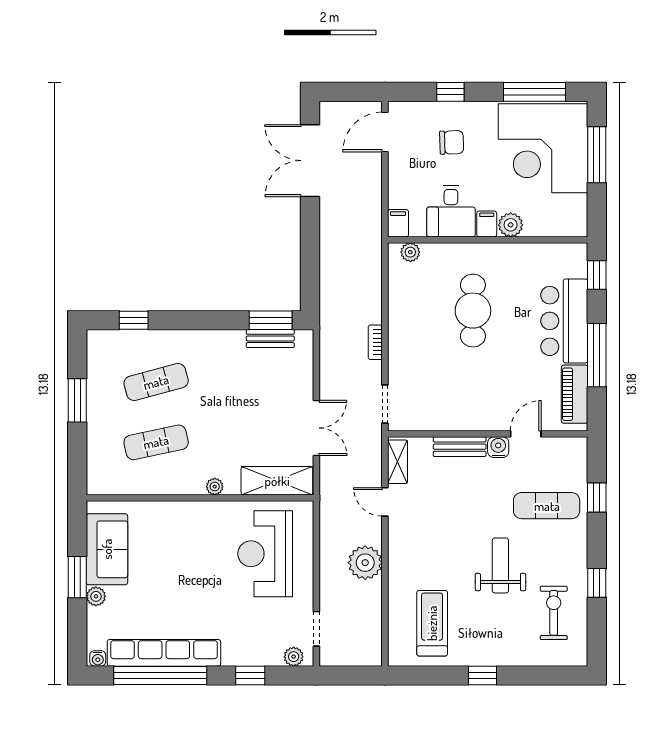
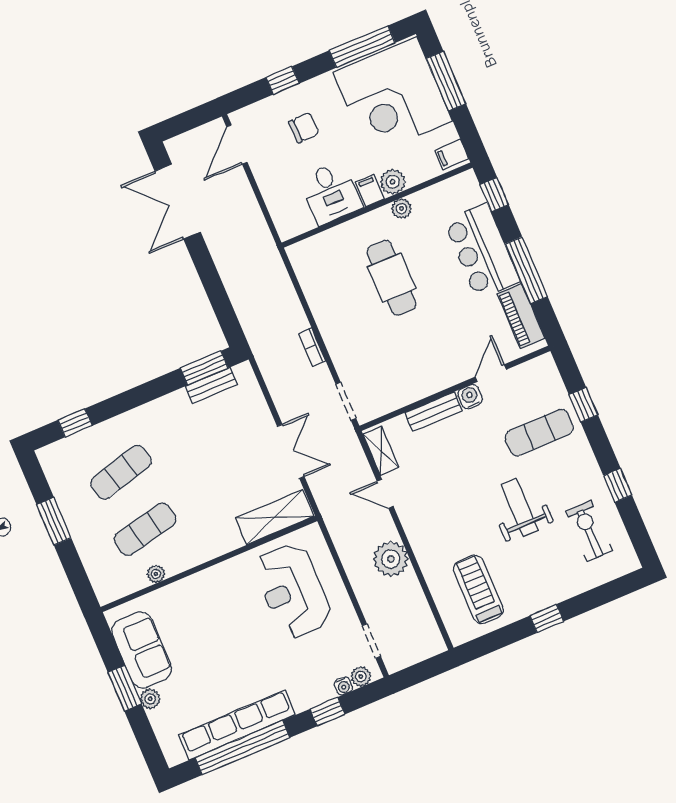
filing cabinet: (398, 223) -> (452, 154), moved, turned -90
plant: (410, 252) -> (402, 209), moved
plant: (215, 487) -> (156, 574), moved
water cooler: (98, 658) -> (343, 686), moved

